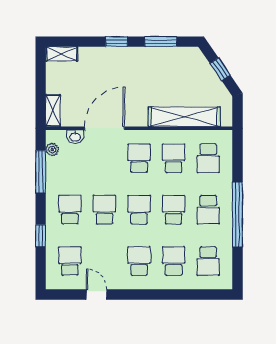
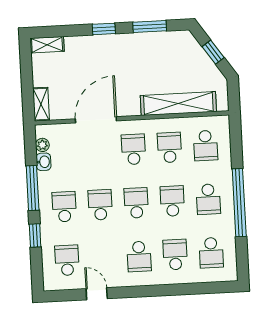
washbasin: (75, 137) -> (44, 162), moved, turned -90
window: (41, 172) -> (33, 188), moved
school desk: (139, 261) -> (139, 257), turned 180

